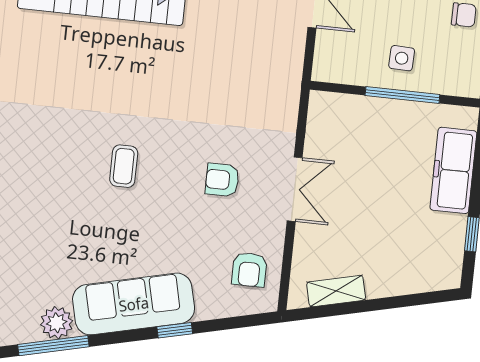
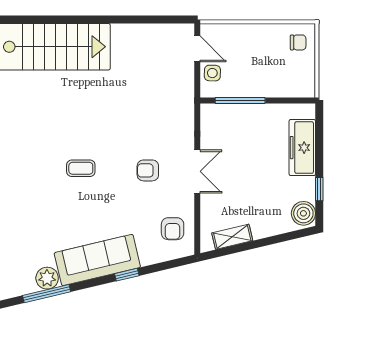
side table: (402, 58) -> (212, 73), moved
window: (402, 95) -> (240, 101), moved
coffee table: (124, 166) -> (81, 168), turned 90
boiler: (445, 268) -> (303, 213), added

